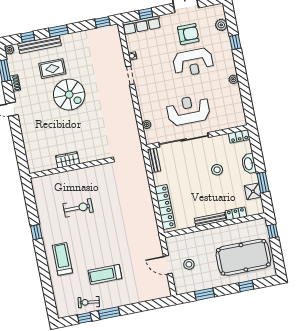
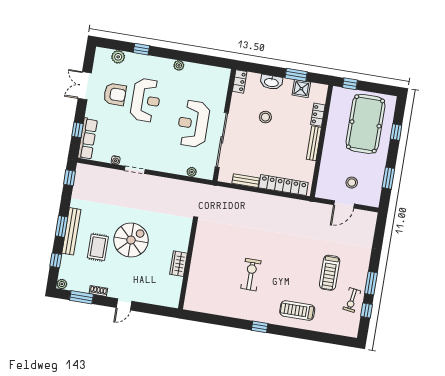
armchair: (188, 34) -> (115, 94), turned 90
bench: (40, 44) -> (71, 231), moved
wardrobe: (67, 160) -> (178, 264), moved
bench: (154, 160) -> (246, 181), moved
wall: (69, 168) -> (188, 265), moved

